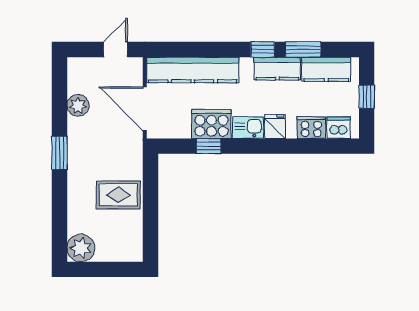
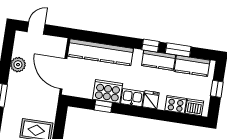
door: (115, 49) -> (36, 28), moved

